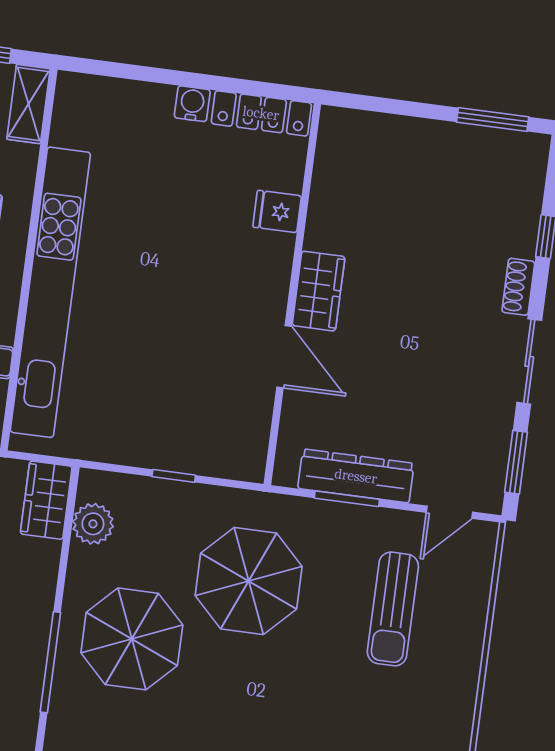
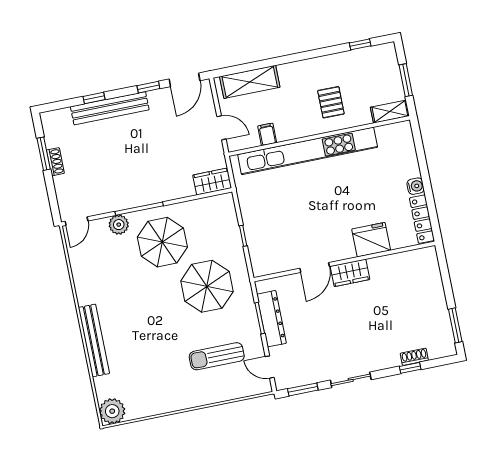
fridge: (277, 212) -> (371, 240), width x1.88, depth x1.34
shoe rack: (518, 287) -> (414, 357), moved
plant: (93, 524) -> (119, 225), moved

